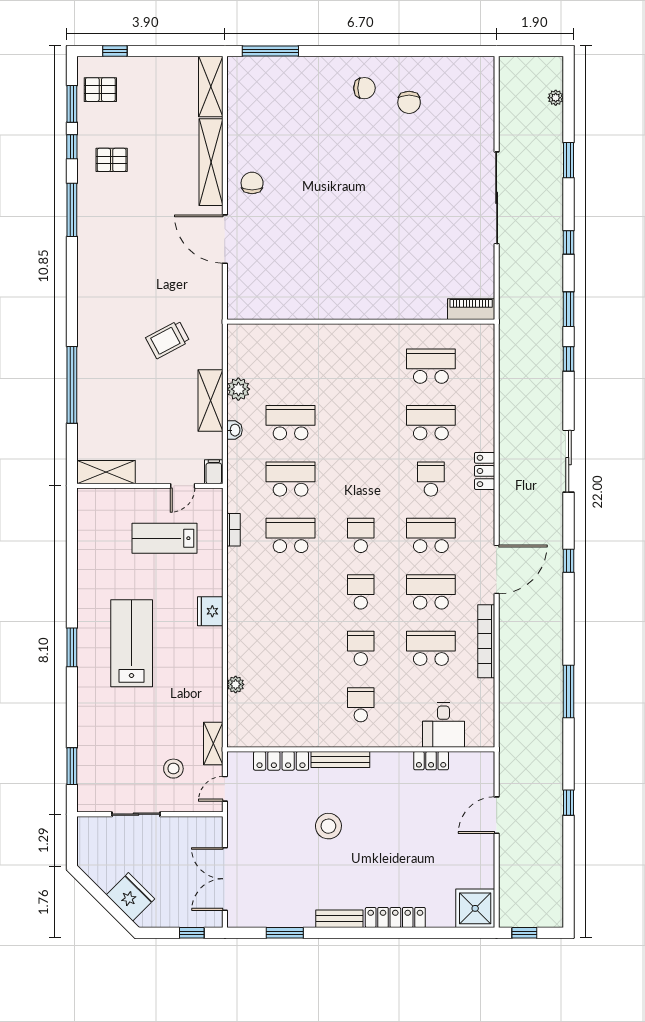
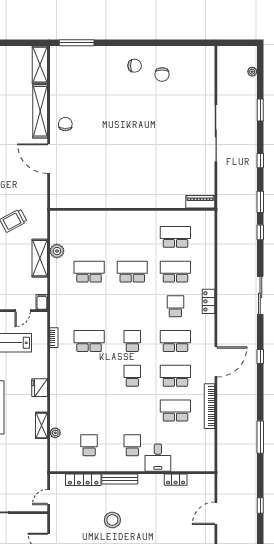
washbasin: (235, 430) -> (55, 276), removed
school desk: (291, 479) -> (132, 272), moved
school desk: (361, 648) -> (89, 445), moved
desk: (443, 725) -> (158, 458), moved
shelving: (213, 743) -> (41, 425), moved
stool: (173, 769) -> (17, 485), removed

